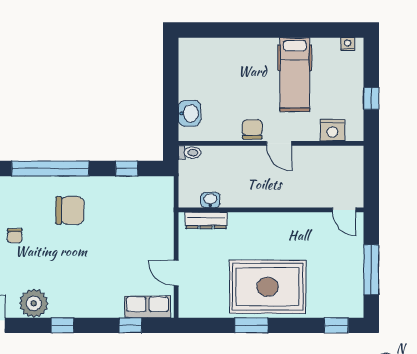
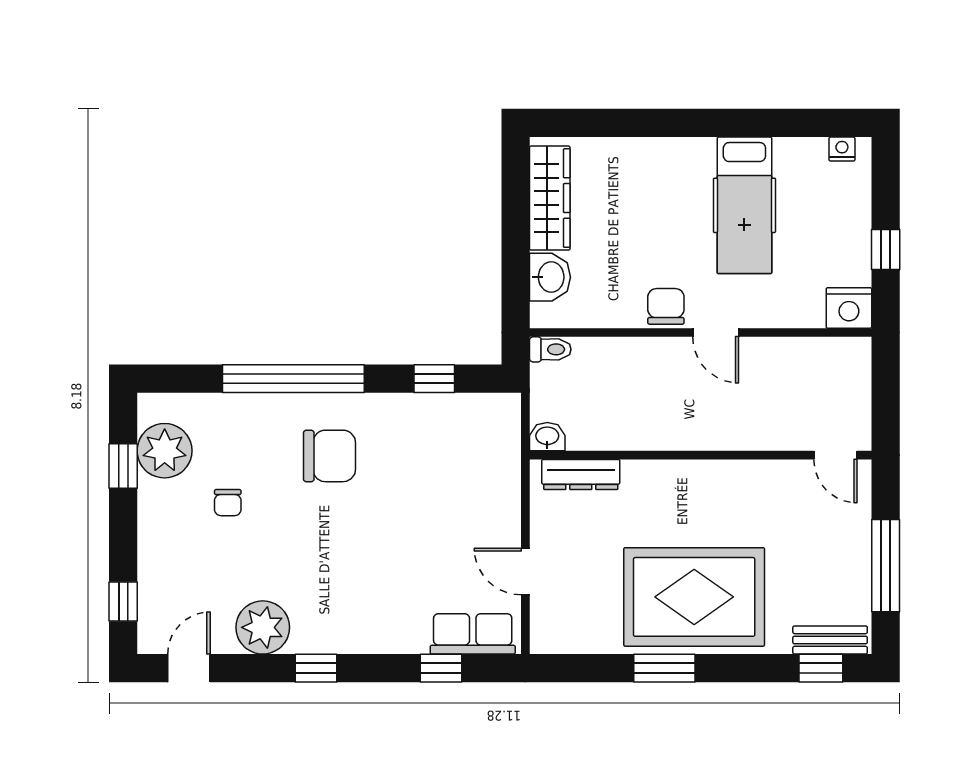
wardrobe: (189, 71) -> (550, 198), added
nightstand: (332, 130) -> (849, 308), moved
washbasin: (210, 200) -> (547, 437), moved
bench: (341, 310) -> (830, 640), added

